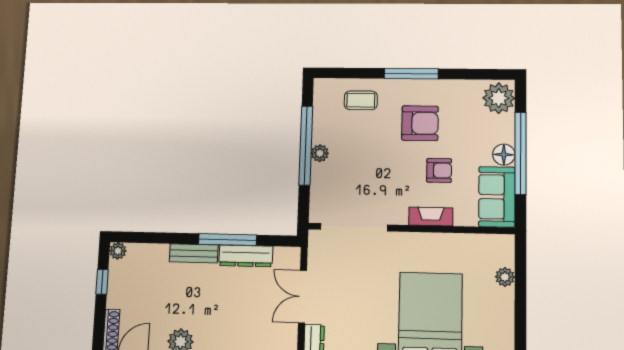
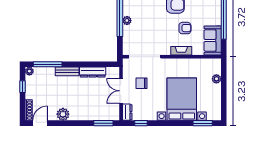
floor lamp: (504, 155) -> (216, 20), removed
window: (228, 240) -> (48, 64), moved
chair: (346, 282) -> (142, 83), added

